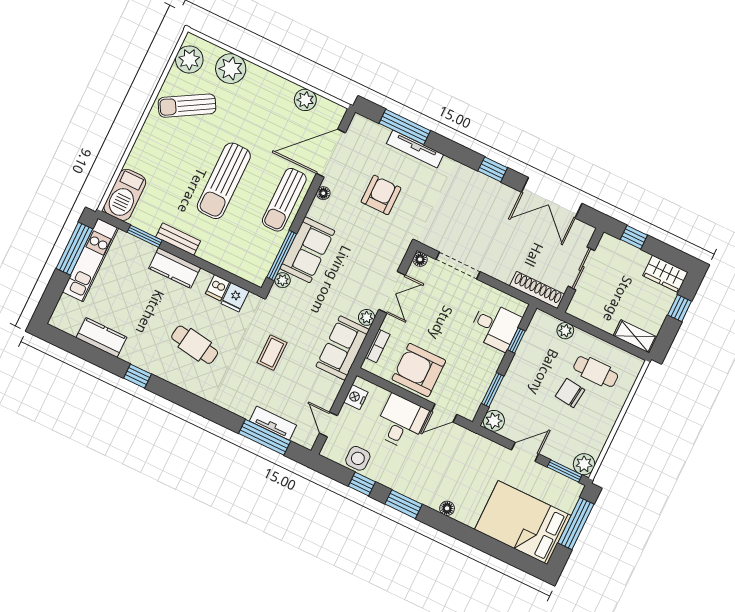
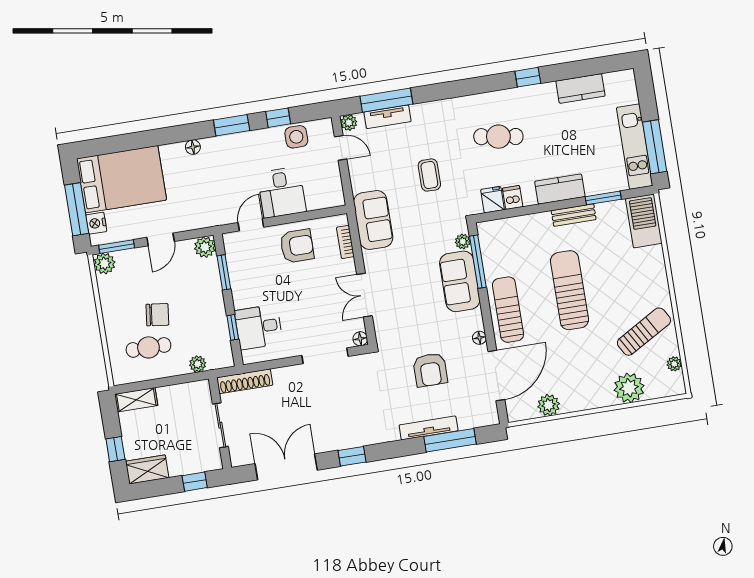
plant: (189, 59) -> (674, 364), width x0.53, depth x0.53
plant: (367, 317) -> (349, 123), moved
armchair: (419, 370) -> (297, 246), width x0.73, depth x0.73
nightstand: (356, 397) -> (96, 223), moved, turned 180

